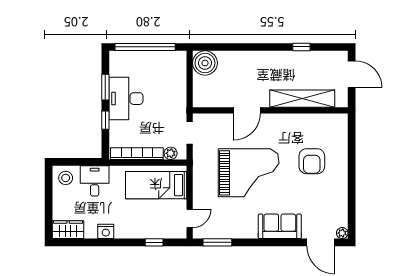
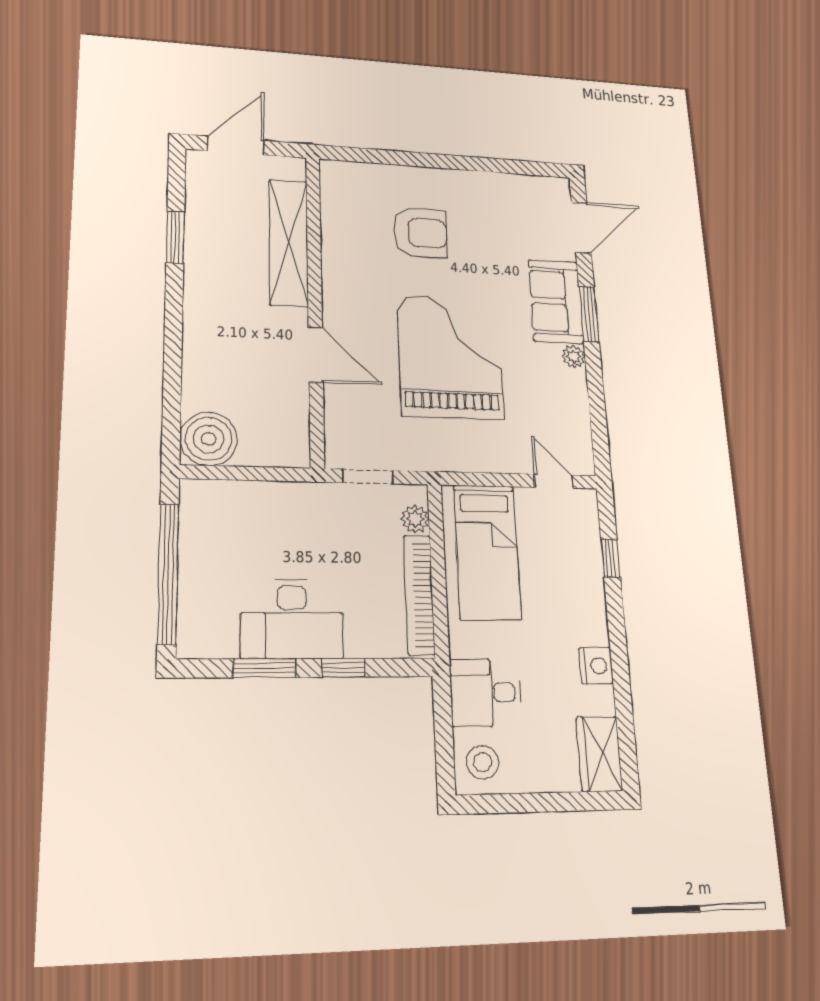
window: (301, 47) -> (175, 237), width x1.50
plant: (342, 233) -> (574, 357), moved
window: (217, 242) -> (589, 314), moved

